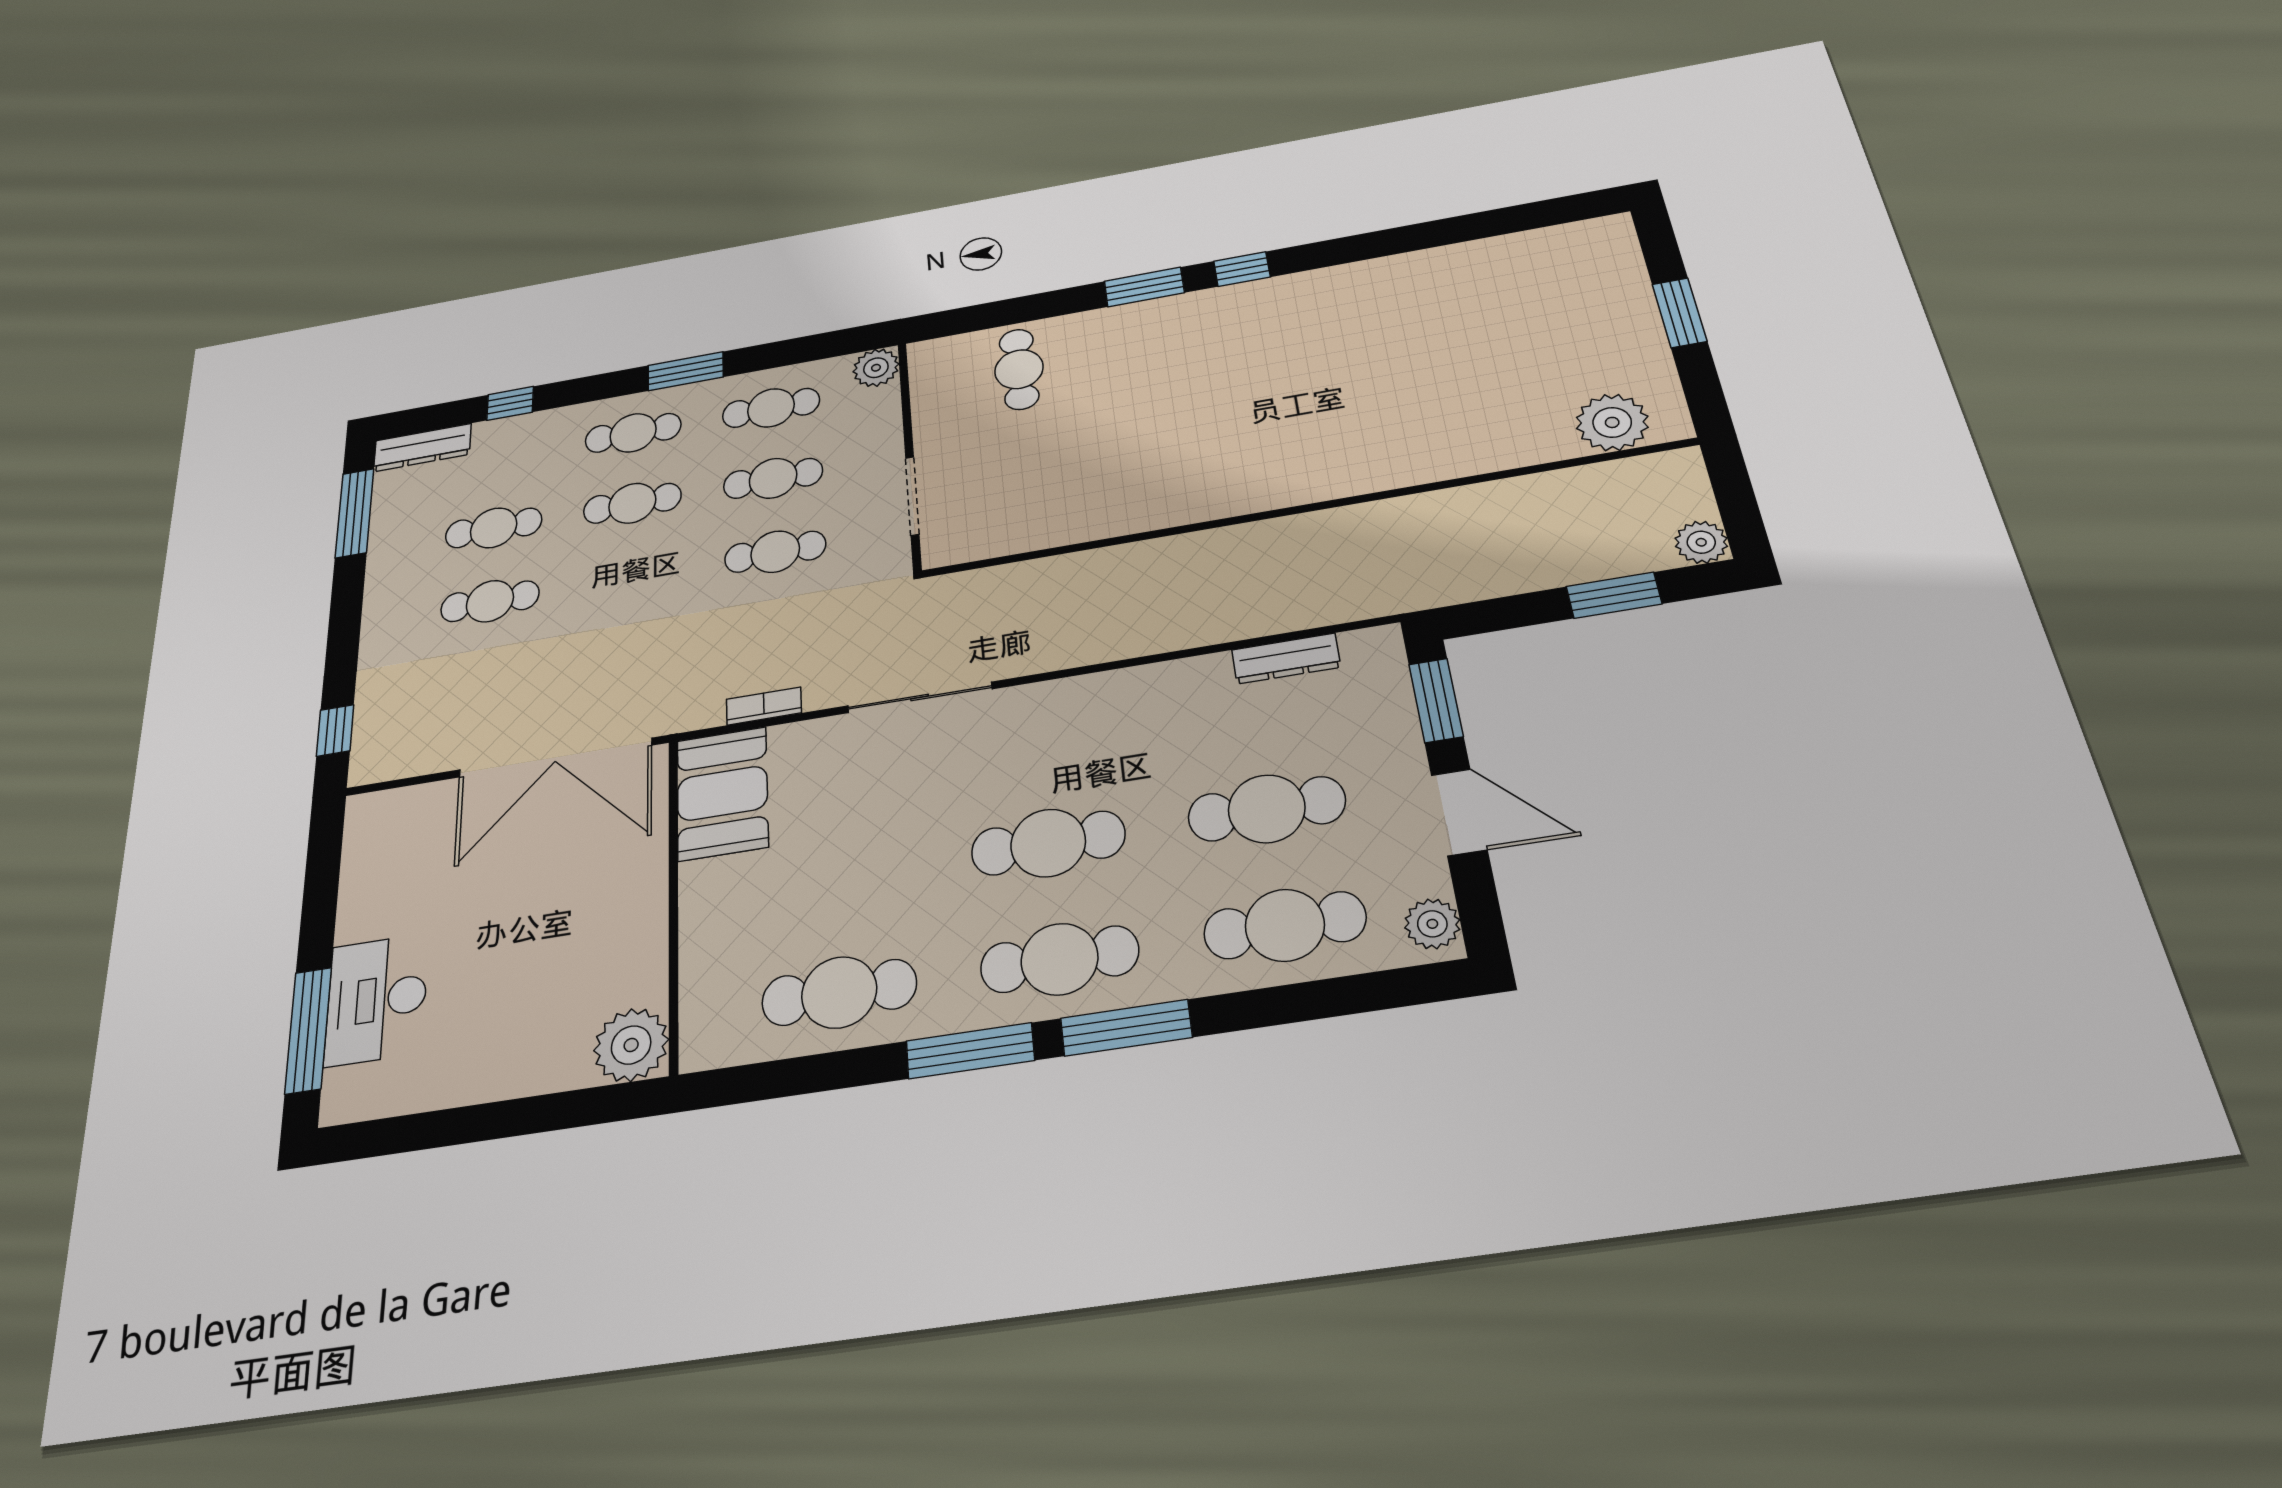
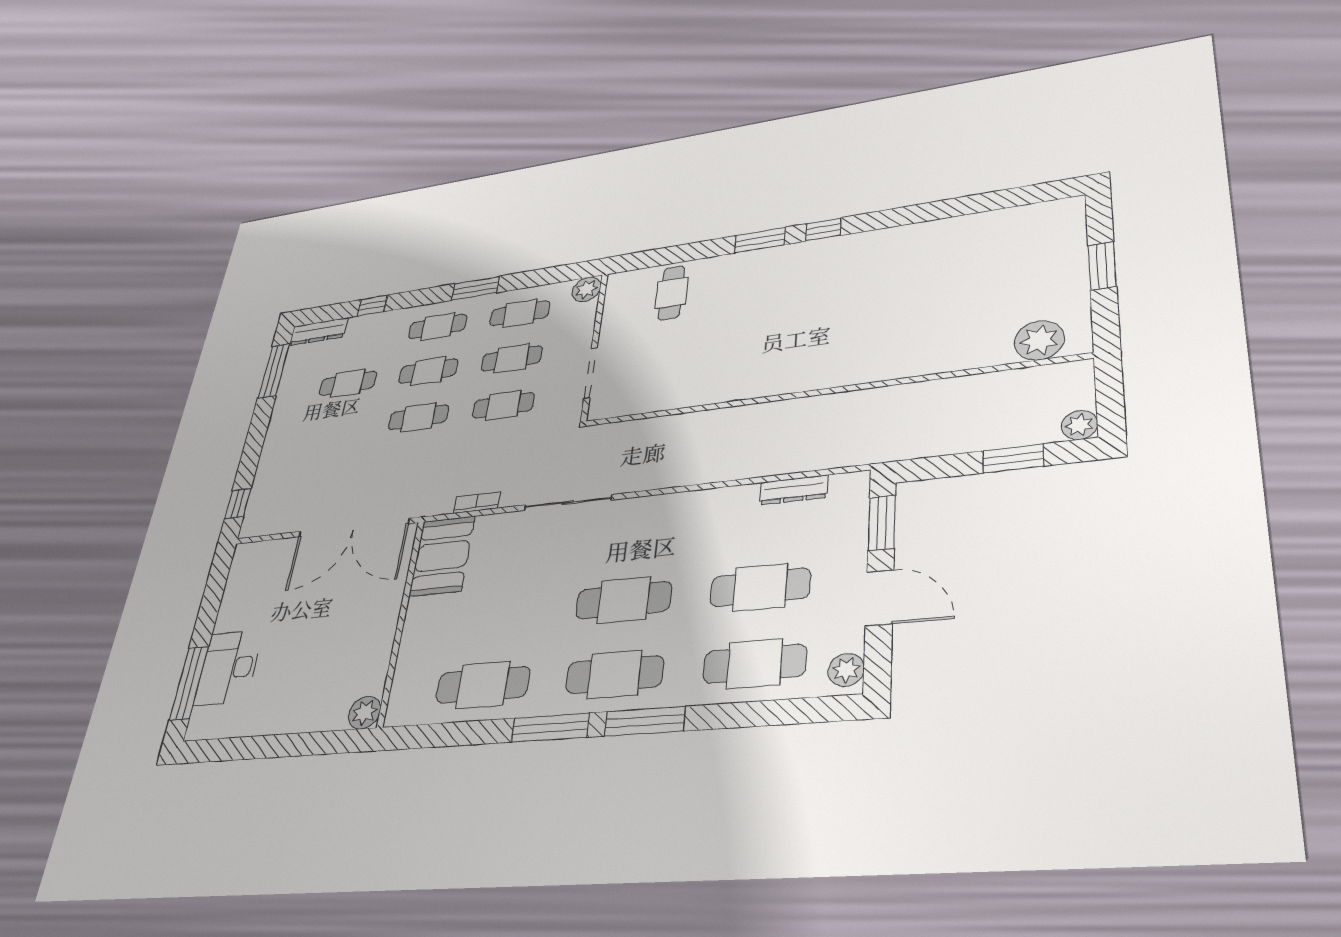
cafe table: (490, 601) -> (418, 417), moved
plant: (631, 1045) -> (365, 713), width x0.73, depth x0.73

